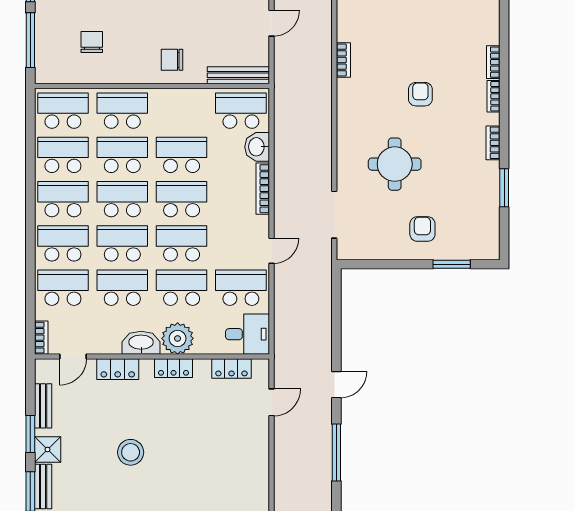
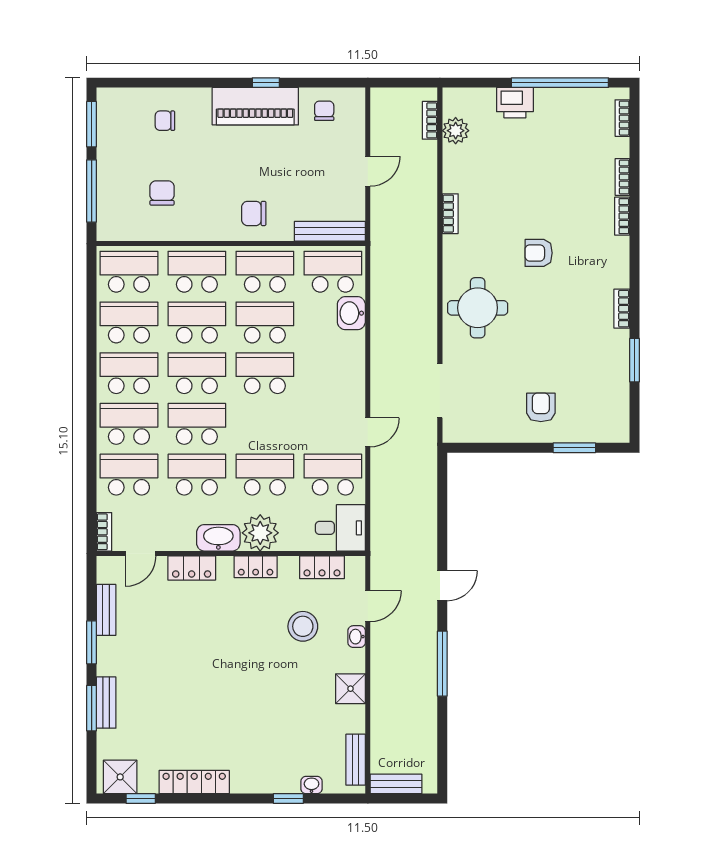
armchair: (420, 94) -> (539, 253), turned -90
bookcase: (494, 96) -> (622, 177), moved
round table: (395, 164) -> (478, 308), moved
bookcase: (263, 189) -> (358, 361), removed
school desk: (182, 243) -> (265, 272), moved
washbasin: (262, 429) -> (357, 637), added
shower: (48, 450) -> (351, 689), moved
stool: (131, 452) -> (303, 626), moved

